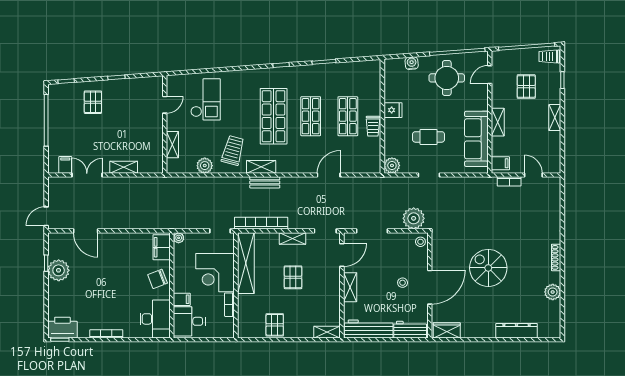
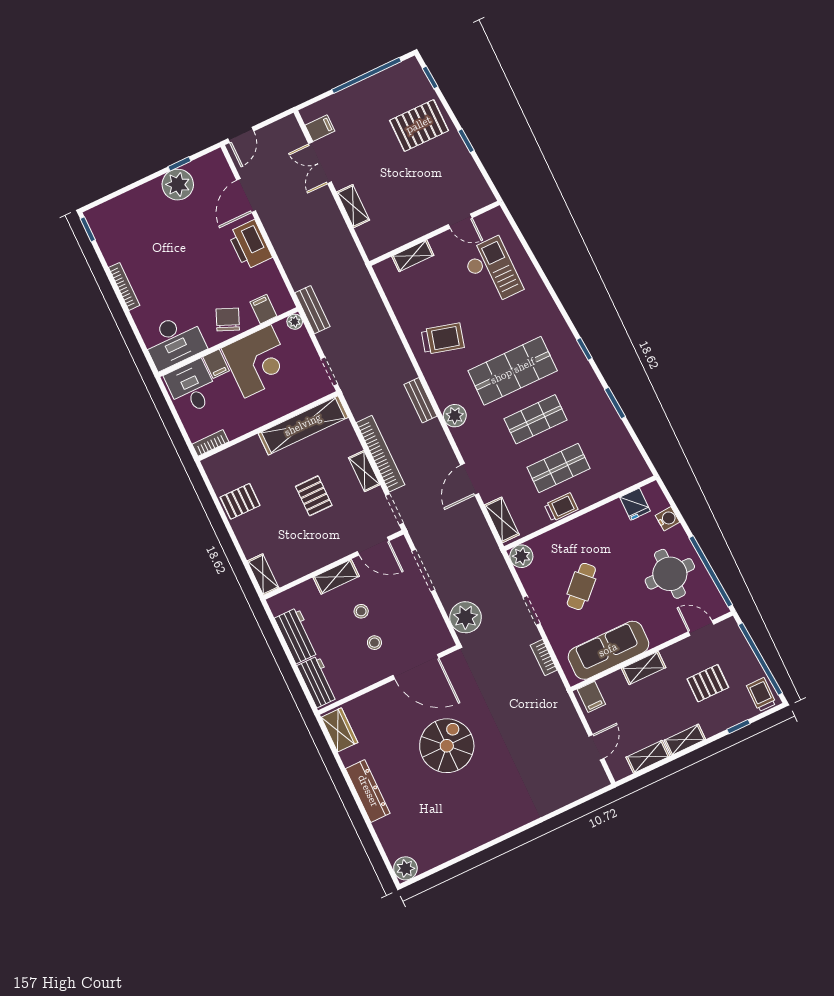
checkout: (206, 99) -> (492, 271), turned -90
pallet: (93, 102) -> (419, 125), width x1.50, depth x1.42
fridge: (393, 110) -> (635, 504), moved
trolley: (373, 126) -> (561, 507), turned 180
cafe table: (429, 137) -> (581, 586), turned 45
shelving: (554, 146) -> (648, 757), added
plant: (205, 166) -> (455, 416), moved
shelving: (261, 167) -> (502, 520), moved
double door: (87, 175) -> (320, 163), swing flipped
door: (329, 175) -> (470, 479), swing flipped
bookcase: (509, 181) -> (544, 658), moved
door: (46, 216) -> (241, 135), swing flipped
bench: (176, 223) -> (312, 310), added
bookcase: (261, 223) -> (381, 454), moved
stool: (420, 242) -> (361, 611), moved
filing cabinet: (162, 247) -> (263, 309), width x0.50
shoe rack: (556, 257) -> (503, 828), removed
corner desk: (215, 273) -> (258, 361), moved, turned 180
pallet: (293, 277) -> (314, 496), turned 90
chair: (158, 279) -> (228, 320), turned 44
door: (430, 287) -> (416, 667), moved
plant: (553, 292) -> (405, 868), moved
bookcase: (229, 305) -> (210, 443), moved
printer: (62, 328) -> (250, 245), moved, turned 180
workbench: (369, 329) -> (297, 635), width x0.73
dresser: (517, 331) -> (368, 791), moved

